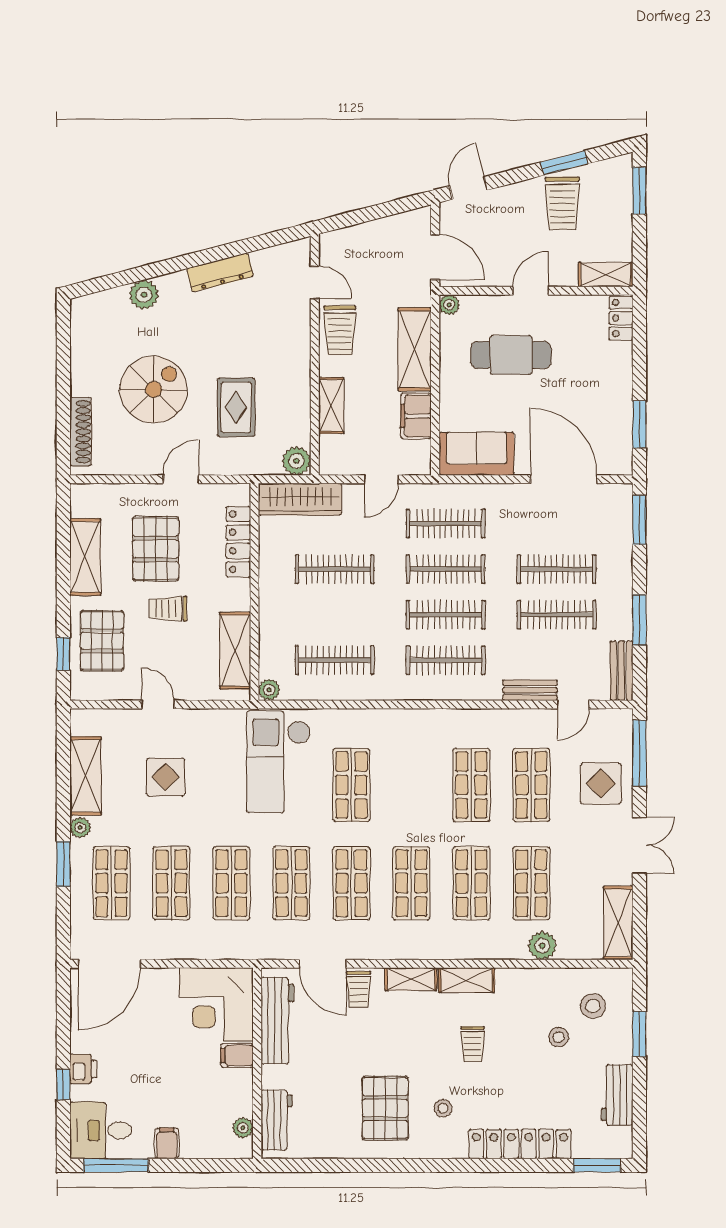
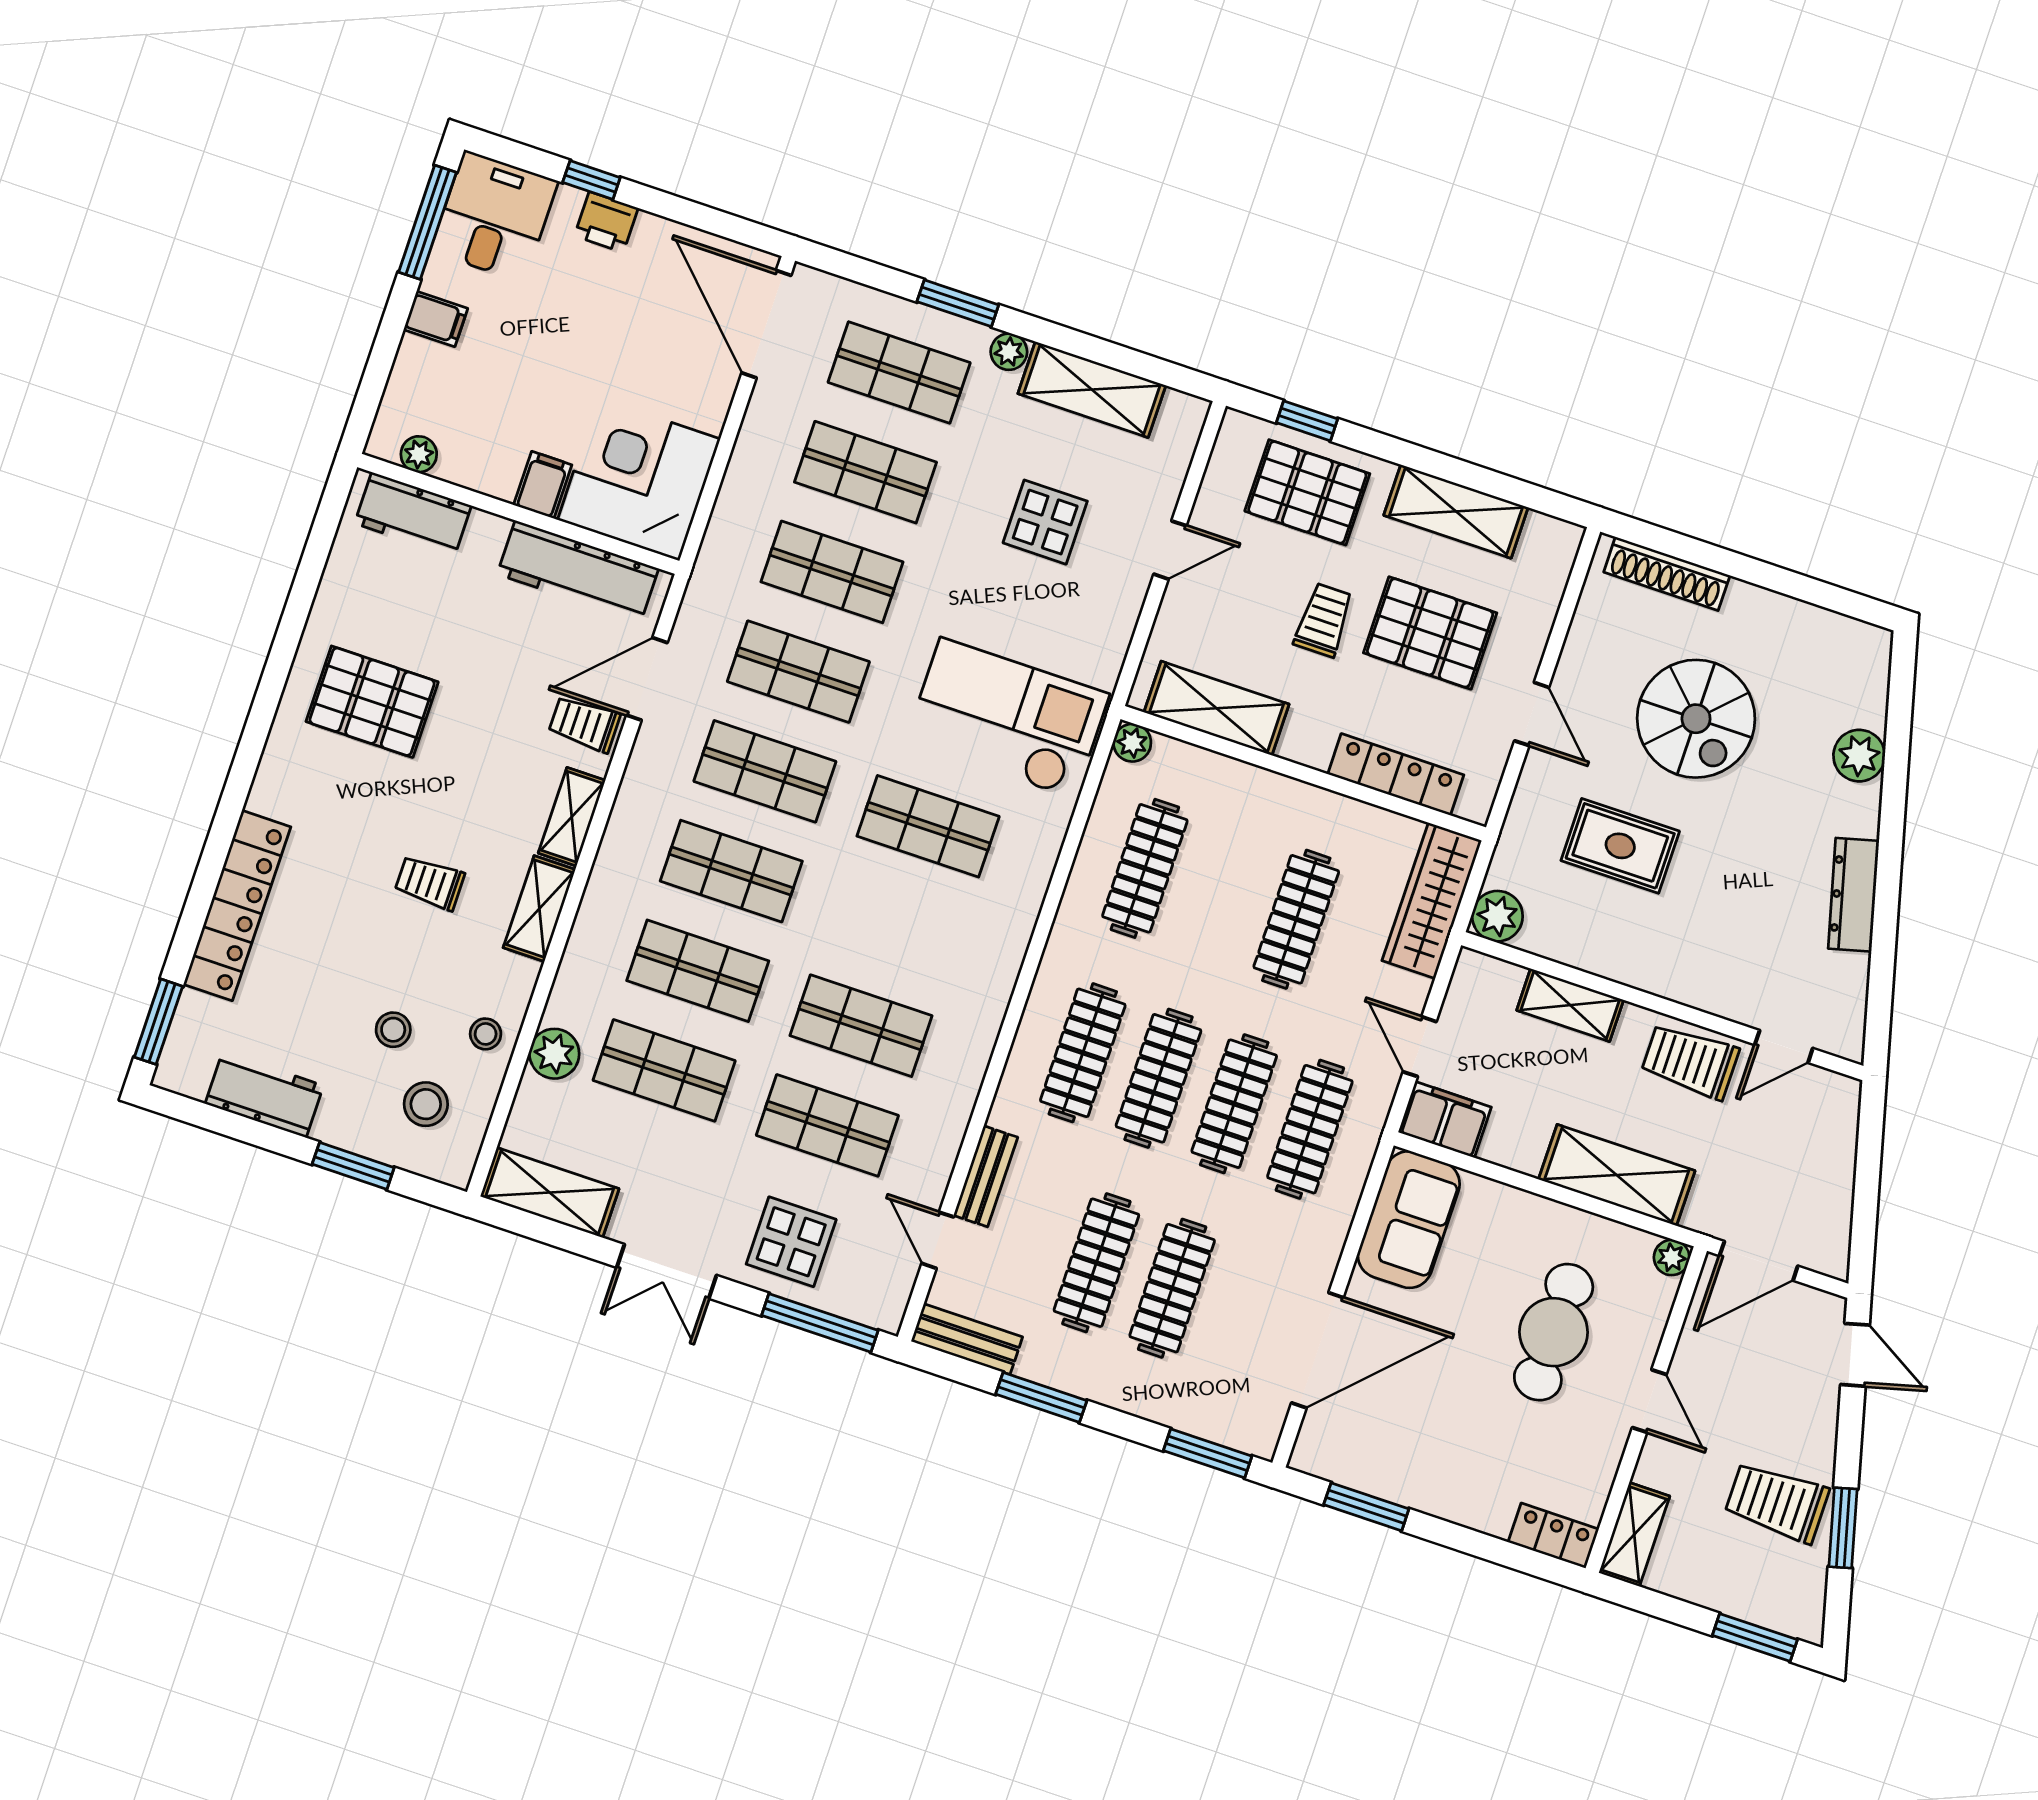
filing cabinet: (416, 416) -> (1445, 1120), moved
stool: (443, 1108) -> (486, 1034), moved

